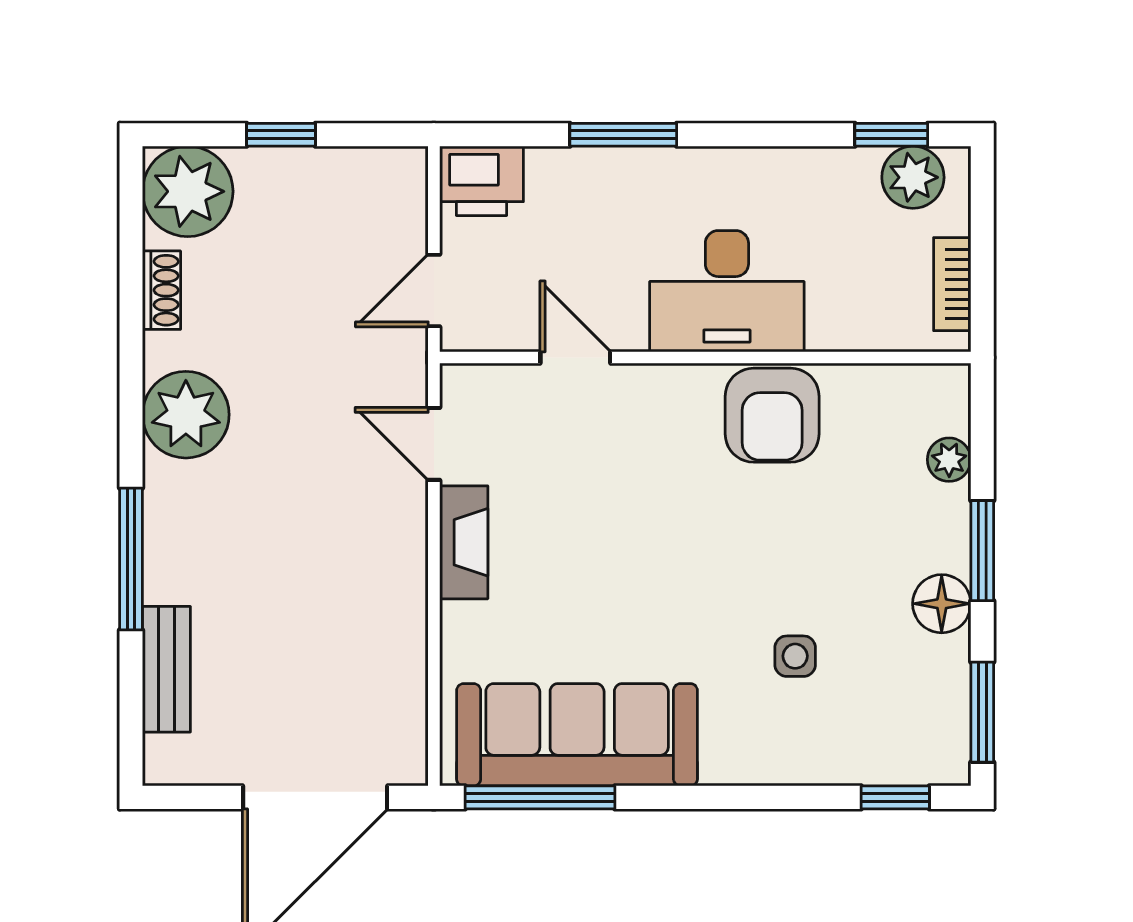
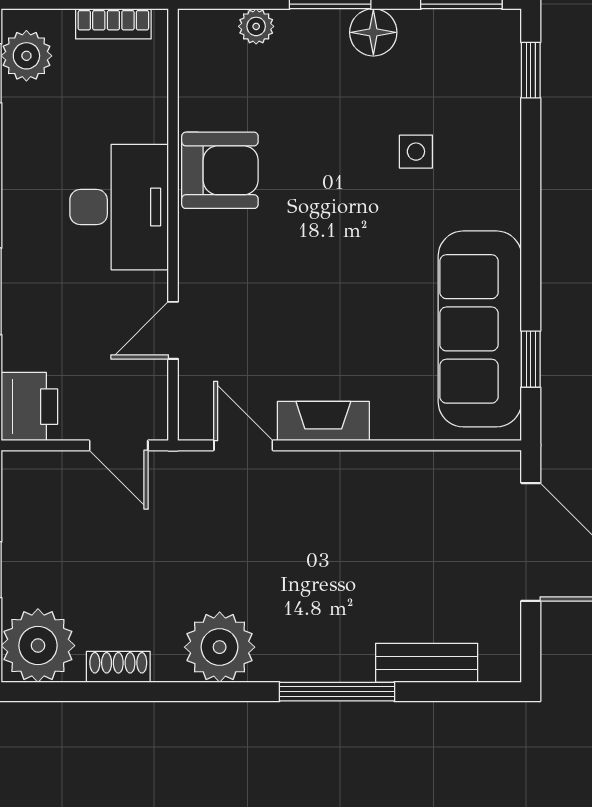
door: (434, 444) -> (243, 445), swing flipped
window: (540, 797) -> (531, 359), width x0.46

